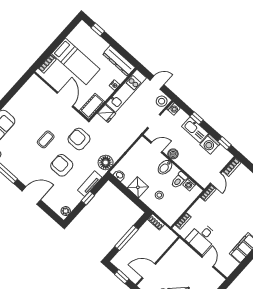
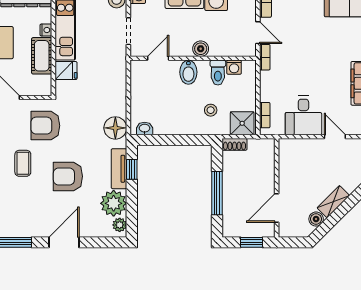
cot: (92, 106) -> (42, 56), moved
armchair: (79, 139) -> (45, 126), moved
boiler: (173, 154) -> (201, 49), moved
shower: (138, 187) -> (242, 123), moved
plant: (72, 198) -> (114, 203), added
window: (88, 198) -> (132, 169), moved

